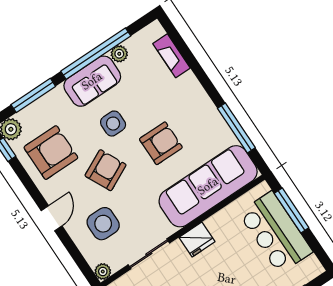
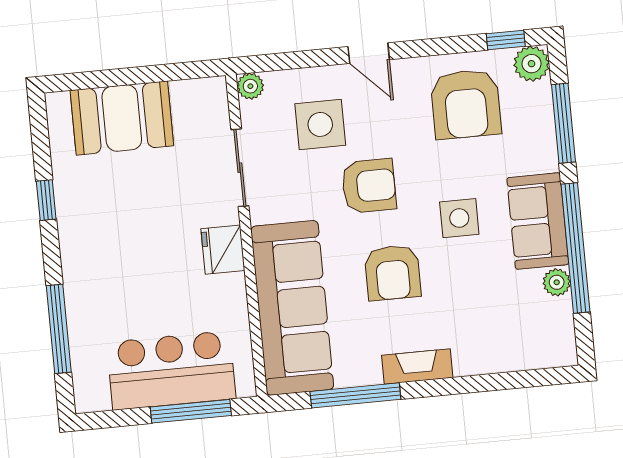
fireplace: (172, 56) -> (417, 367), moved
armchair: (106, 170) -> (369, 186), moved, turned -64

